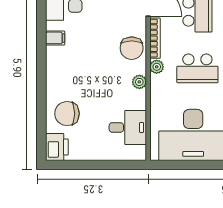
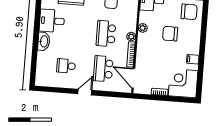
chair: (132, 48) -> (170, 34), moved, turned -90
school desk: (197, 68) -> (106, 34), turned -90

